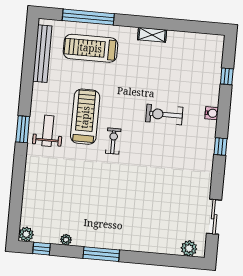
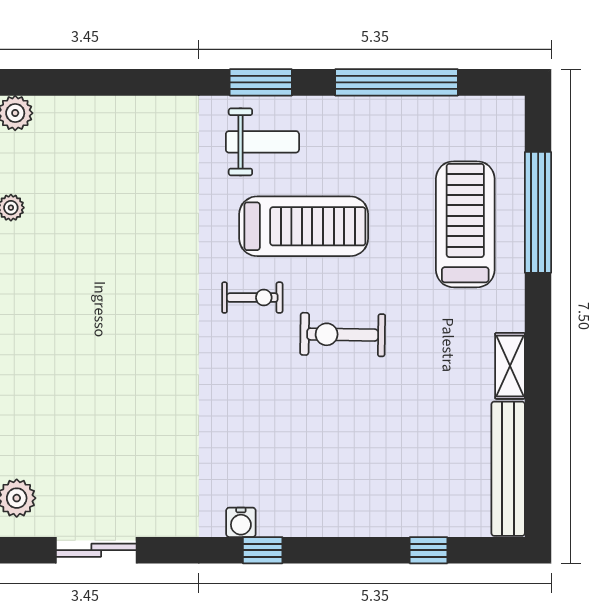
bench: (42, 54) -> (508, 469), moved, turned 90
window: (28, 72) -> (397, 82), added
water cooler: (212, 113) -> (241, 522), moved
exercise bike: (164, 114) -> (343, 335), moved, turned -89

